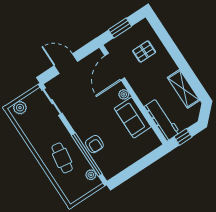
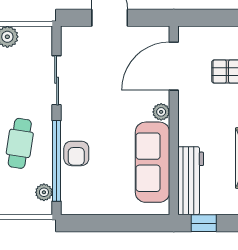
window: (120, 28) -> (215, 18), removed
sliding door: (52, 102) -> (57, 80), moved
sofa: (133, 118) -> (152, 162), width x1.36

